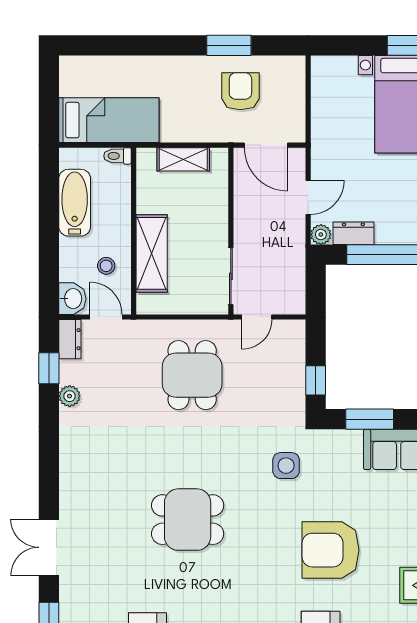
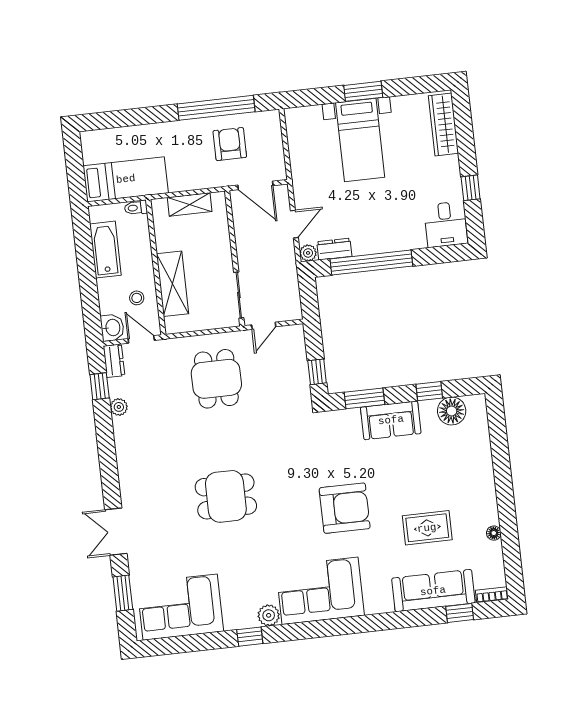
window: (229, 45) -> (216, 108), width x2.11
side table: (286, 466) -> (301, 444), removed
armchair: (330, 550) -> (345, 508), turned 180

